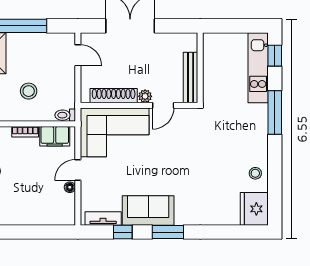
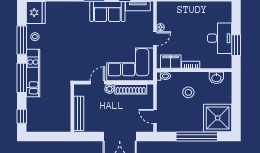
kitchen unit: (258, 68) -> (33, 73), moved
bench: (191, 78) -> (79, 113), moved
window: (275, 168) -> (22, 40), added

